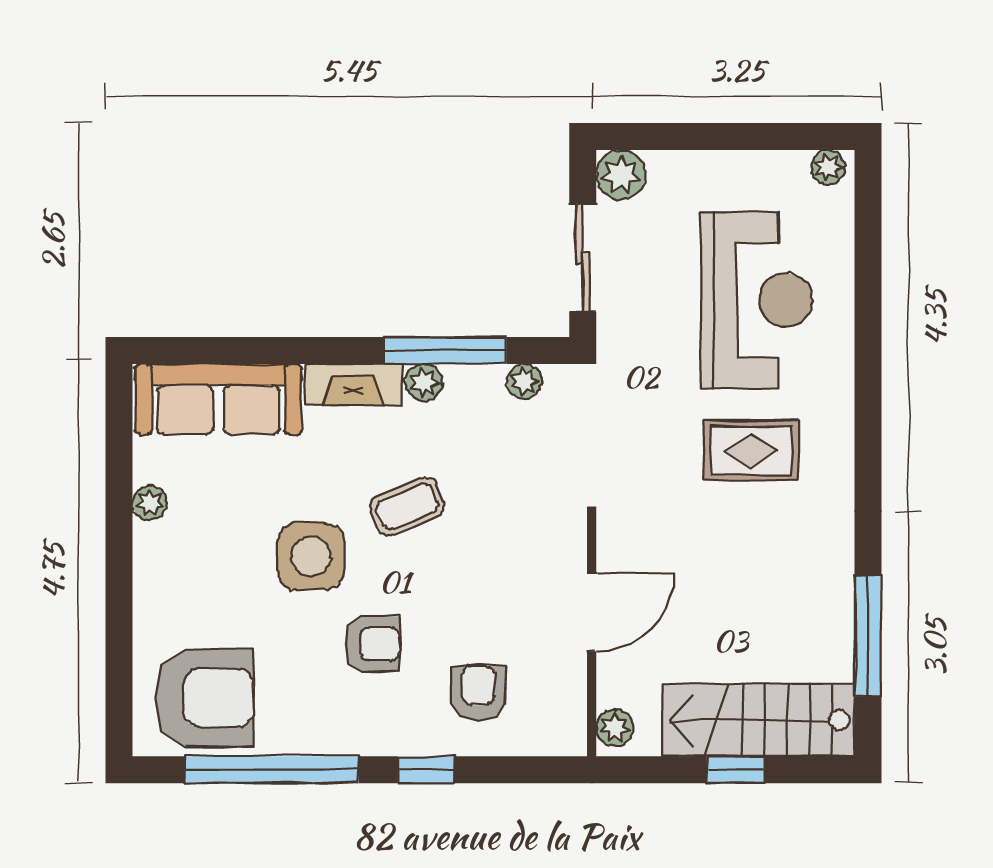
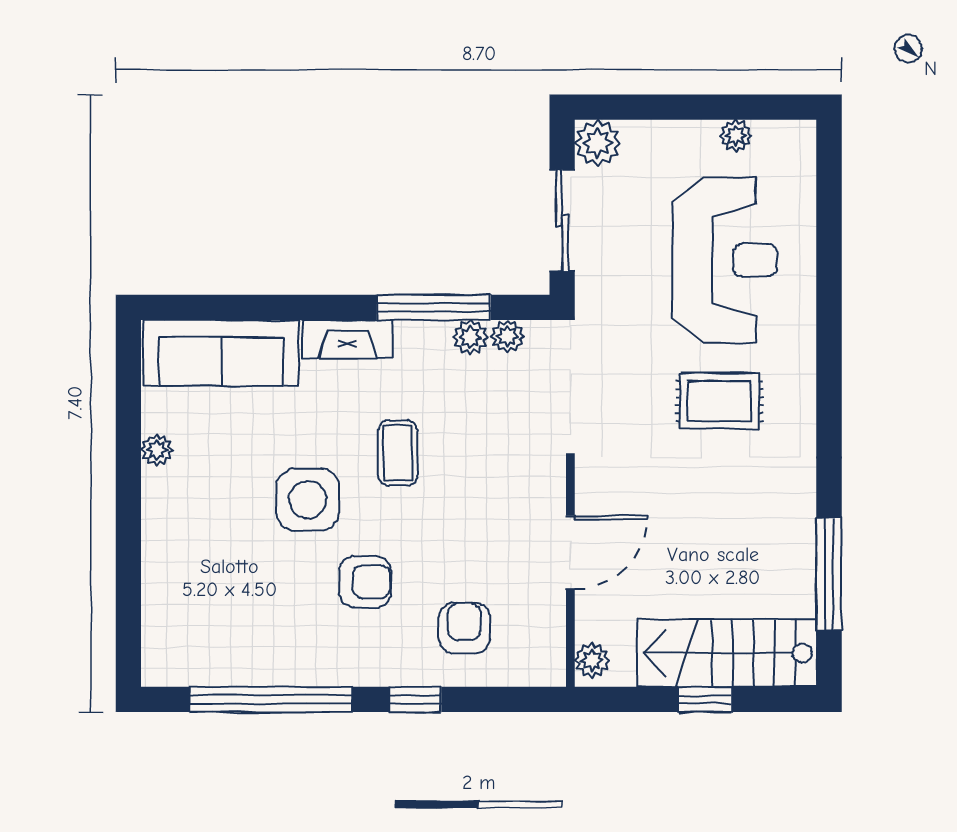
plant: (828, 167) -> (736, 136), moved
plant: (424, 383) -> (470, 337), moved
coffee table: (407, 506) -> (398, 453), turned -68
armchair: (205, 698) -> (208, 632), removed

